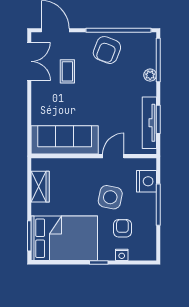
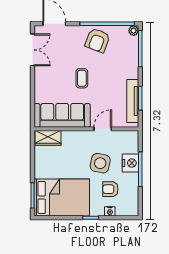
coffee table: (67, 71) -> (82, 78), moved
plant: (150, 75) -> (134, 31), moved
nightstand: (147, 181) -> (130, 163), moved
wardrobe: (40, 187) -> (48, 138), moved, turned 90
armchair: (122, 228) -> (110, 189), turned -90

